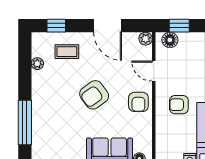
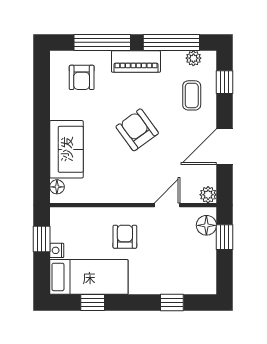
plant: (37, 64) -> (193, 58), moved
window: (25, 68) -> (171, 42), added
piano: (40, 96) -> (136, 61), added
armchair: (138, 102) -> (82, 77), moved, turned -90

